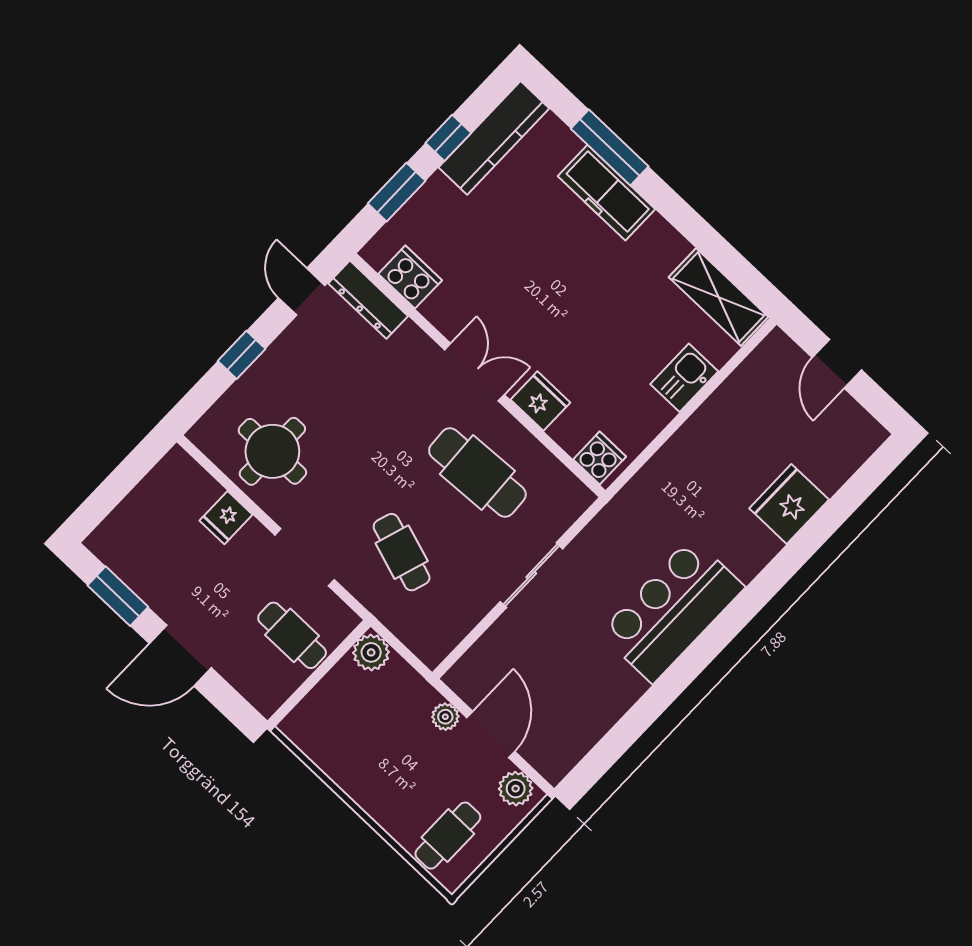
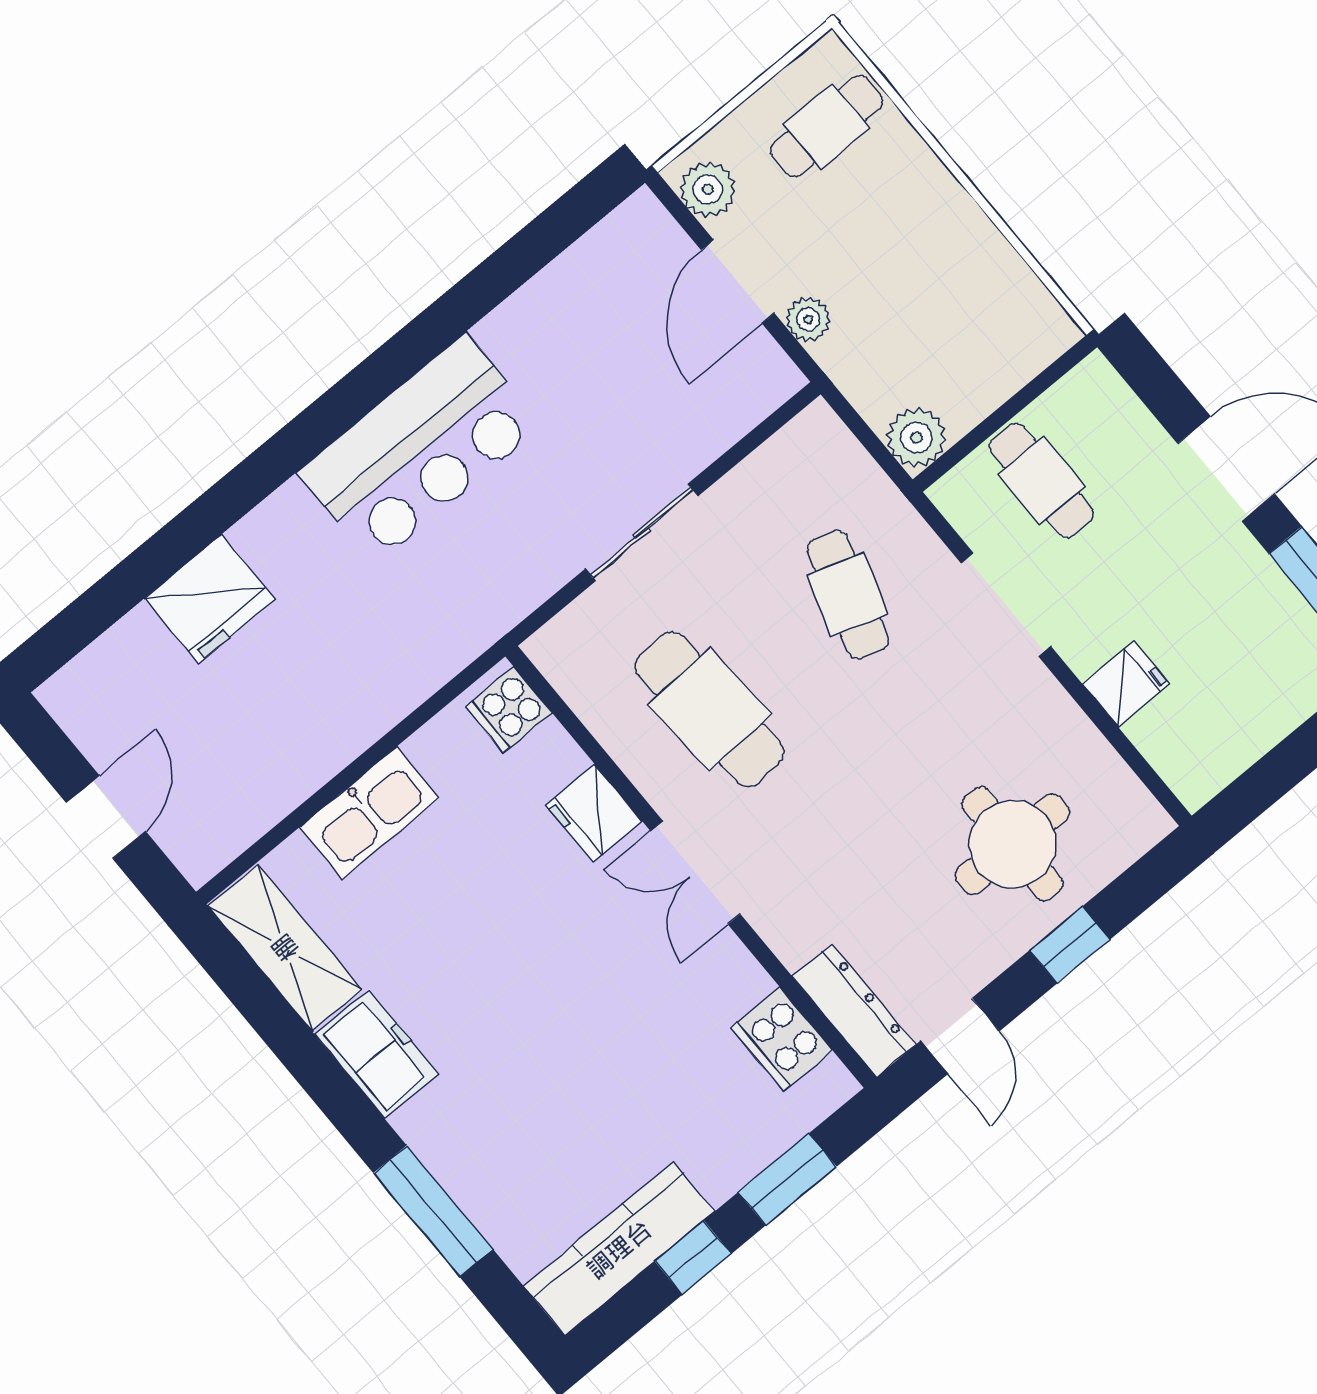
freezer: (606, 193) -> (377, 1054), moved, width x0.71
kitchen sink: (684, 378) -> (369, 812), width x1.38
round table: (272, 451) -> (1012, 844), moved

